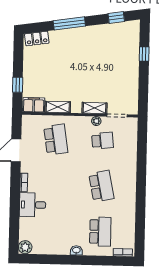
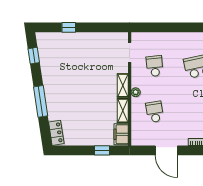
shelving: (95, 108) -> (123, 85), moved
plant: (96, 121) -> (136, 92), moved
school desk: (56, 140) -> (155, 112), width x0.54

